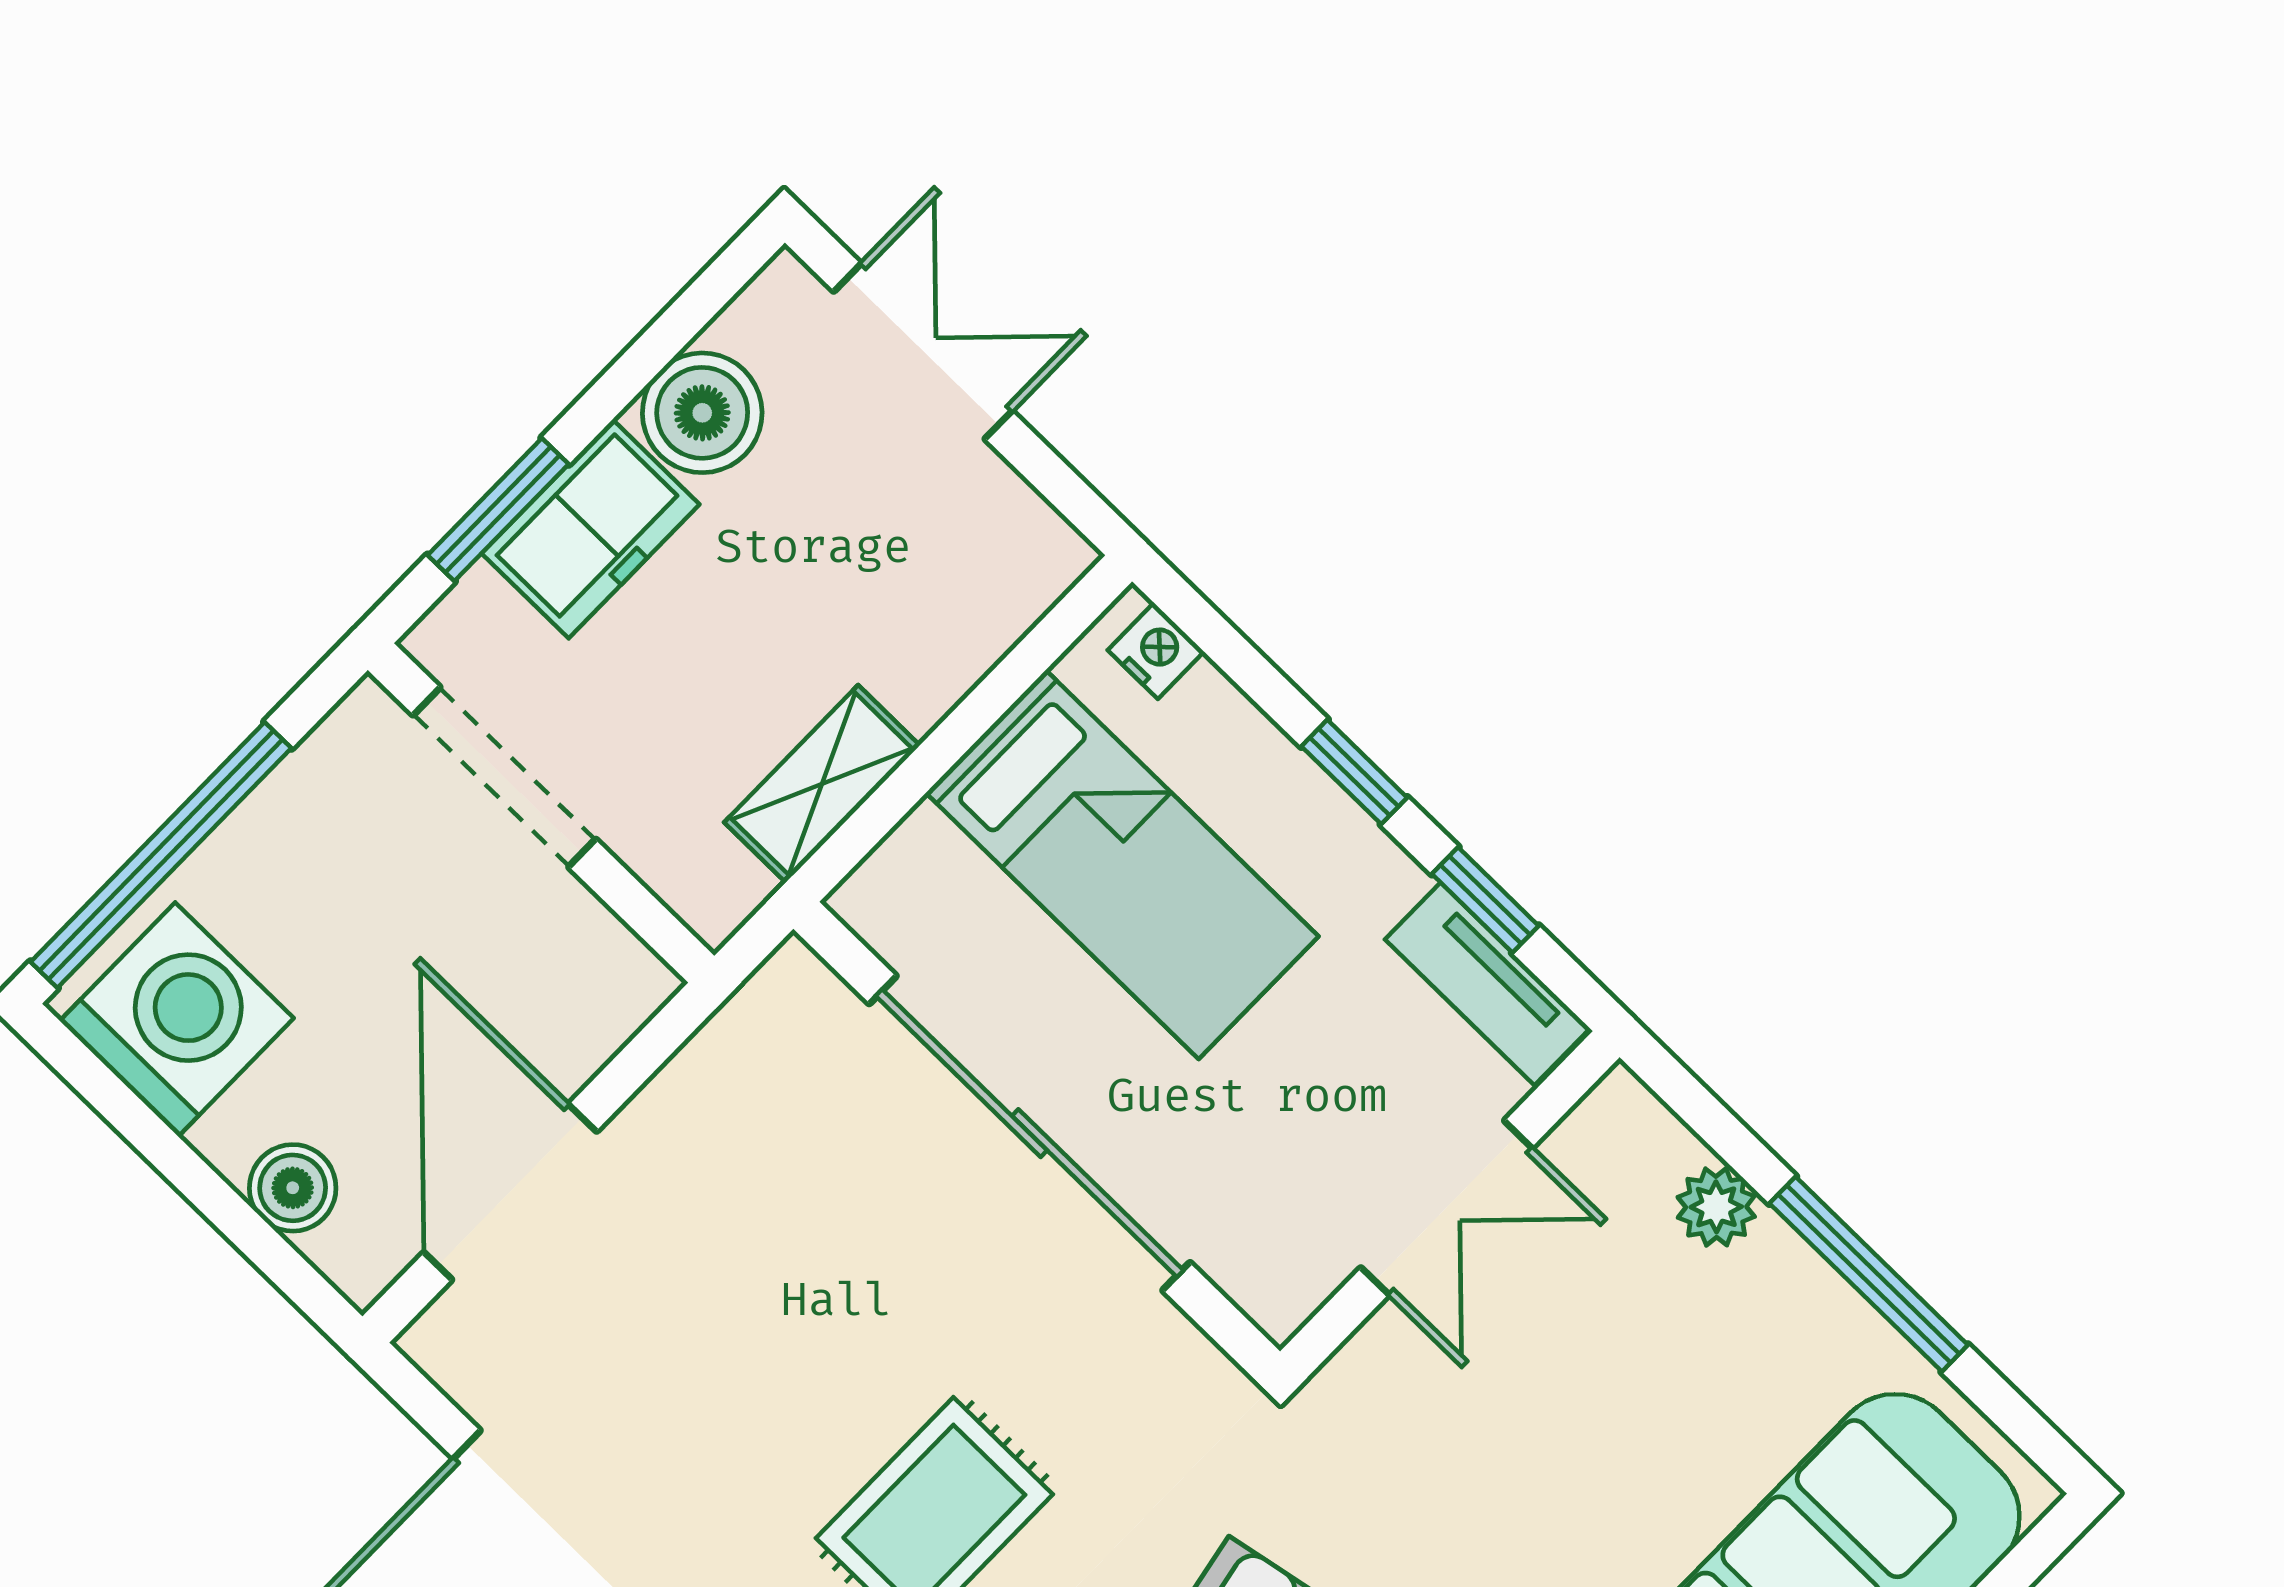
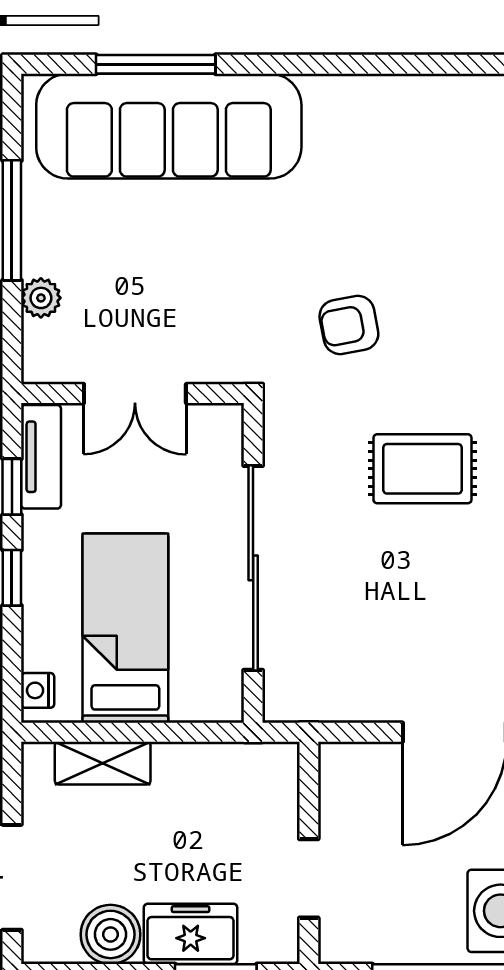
doorway: (504, 777) -> (309, 878), width x0.73
shelving: (822, 784) -> (103, 763), moved
double door: (1447, 1208) -> (135, 394), swing flipped

